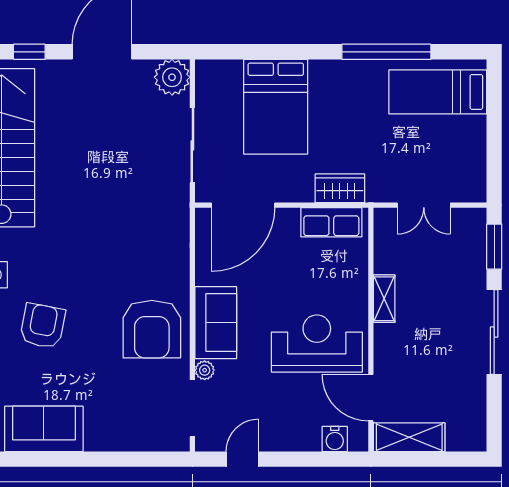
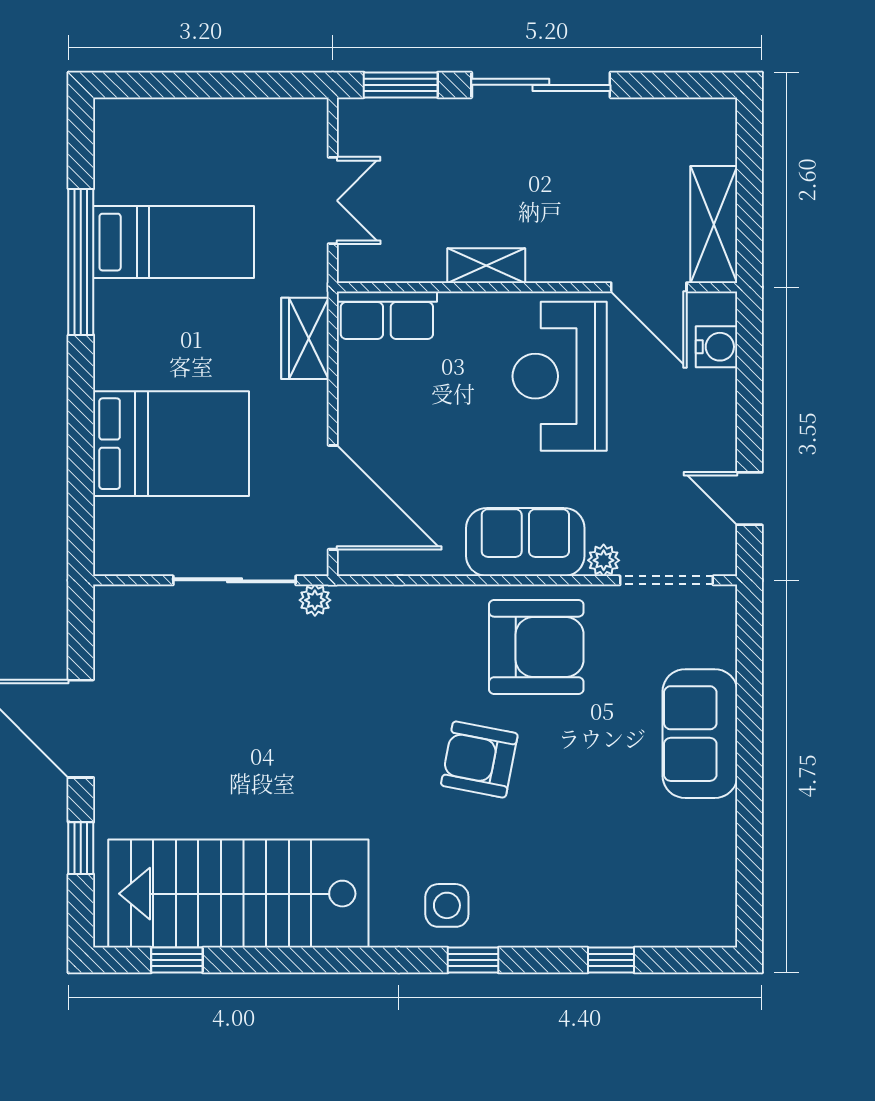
plant: (172, 77) -> (315, 600), moved, width x0.53, depth x0.53
bed: (438, 92) -> (174, 242), moved, turned -90
row of seats: (331, 222) -> (387, 315), moved, turned 90
armchair: (43, 326) -> (479, 760), moved
door: (371, 398) -> (649, 287), hinge flipped
sofa: (44, 429) -> (700, 734), moved

